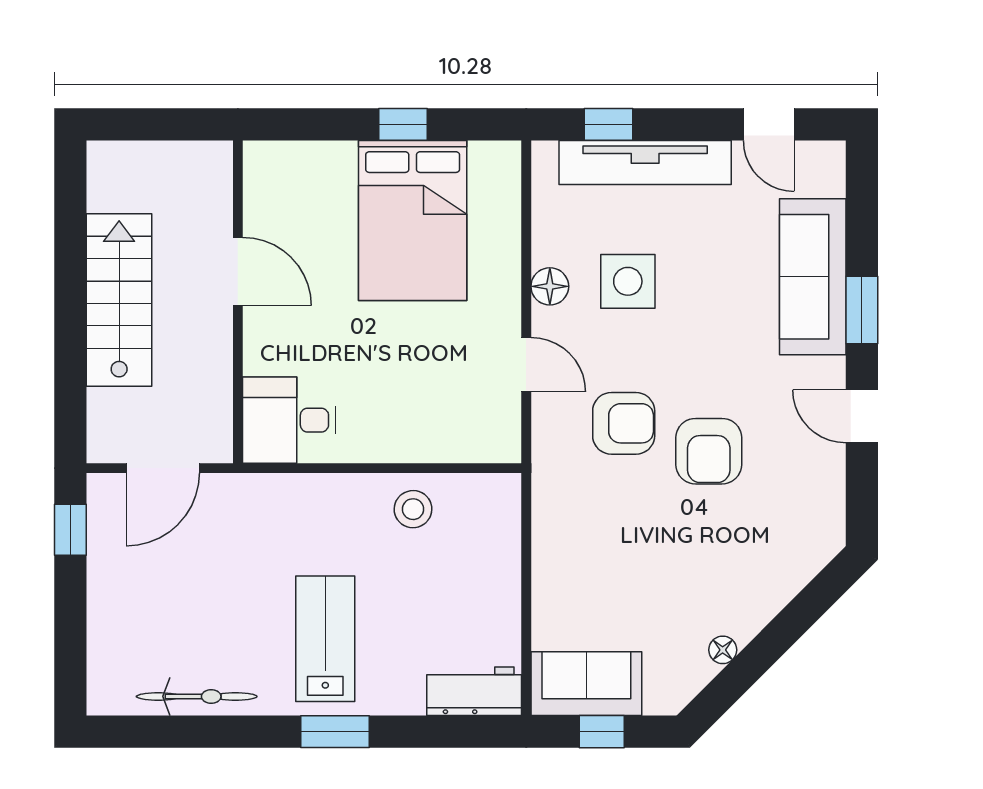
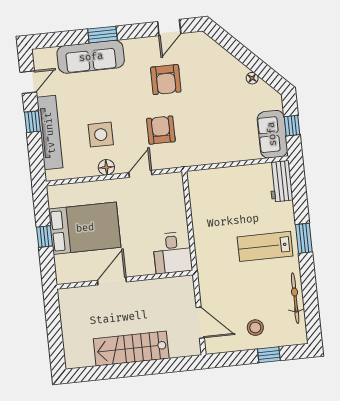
window: (608, 124) -> (32, 122), moved
door: (238, 271) -> (112, 281), moved
wall: (238, 302) -> (125, 280), moved
door: (862, 416) -> (169, 28), moved
desk: (289, 420) -> (172, 253), moved
armchair: (709, 451) -> (166, 80), moved, turned 90
stool: (413, 509) -> (255, 328), moved
window: (70, 530) -> (269, 355), moved

